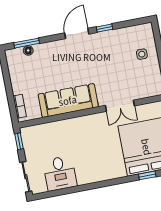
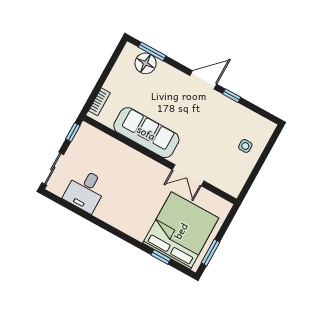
floor lamp: (28, 50) -> (146, 63), width x1.89, depth x1.89

